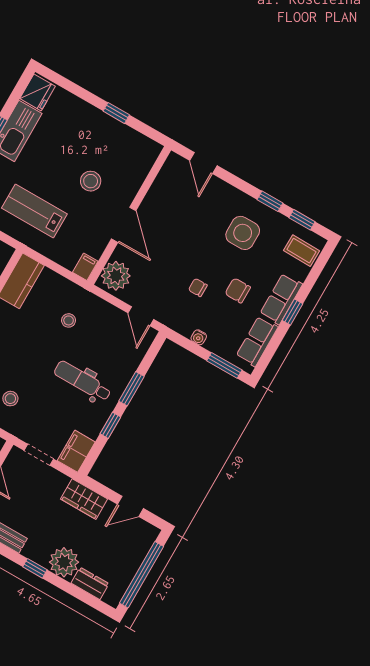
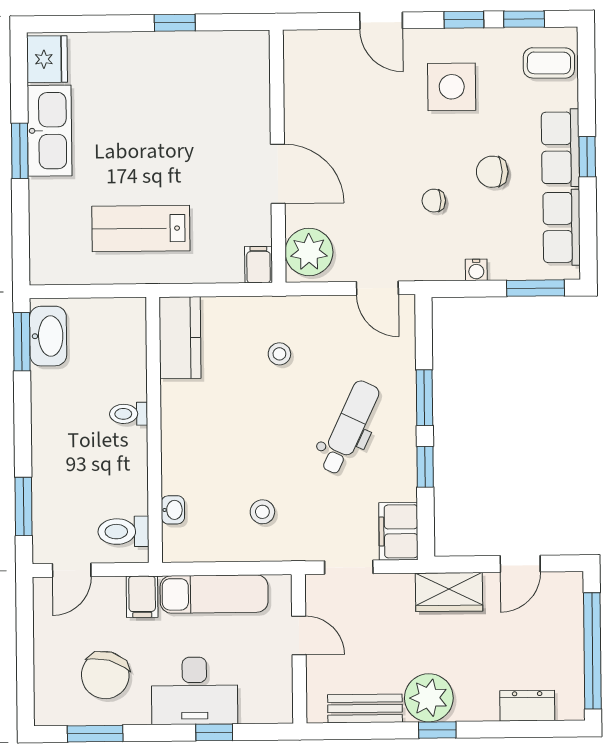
door: (203, 163) -> (381, 21), moved
stool: (91, 181) -> (195, 140), removed
dental chair: (83, 381) -> (349, 428), turned 115
plant: (64, 562) -> (429, 698), moved

